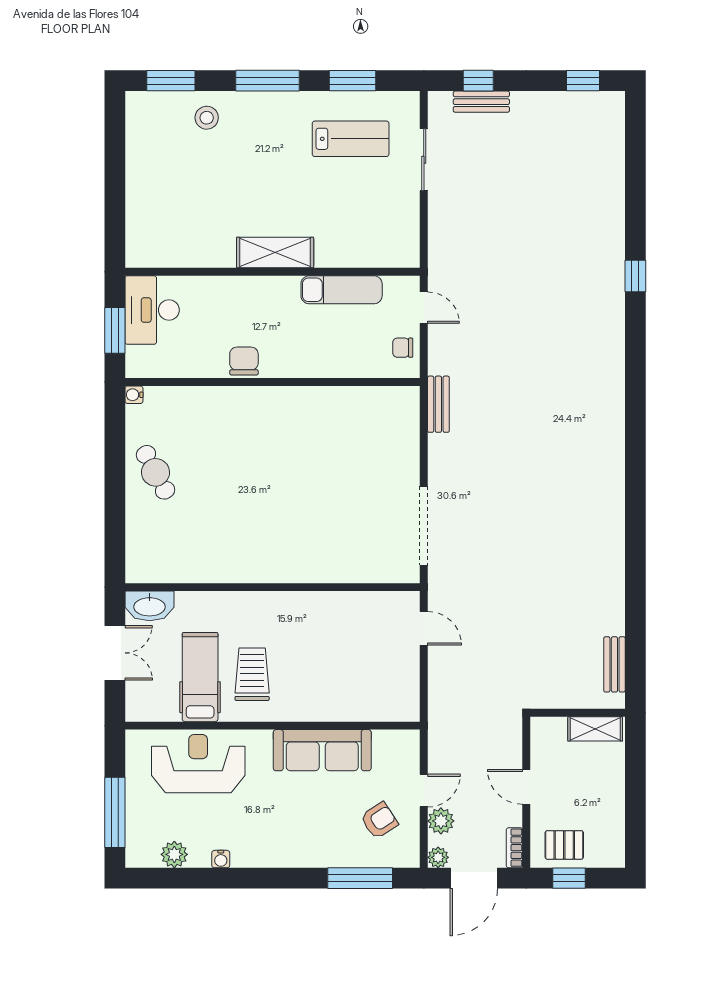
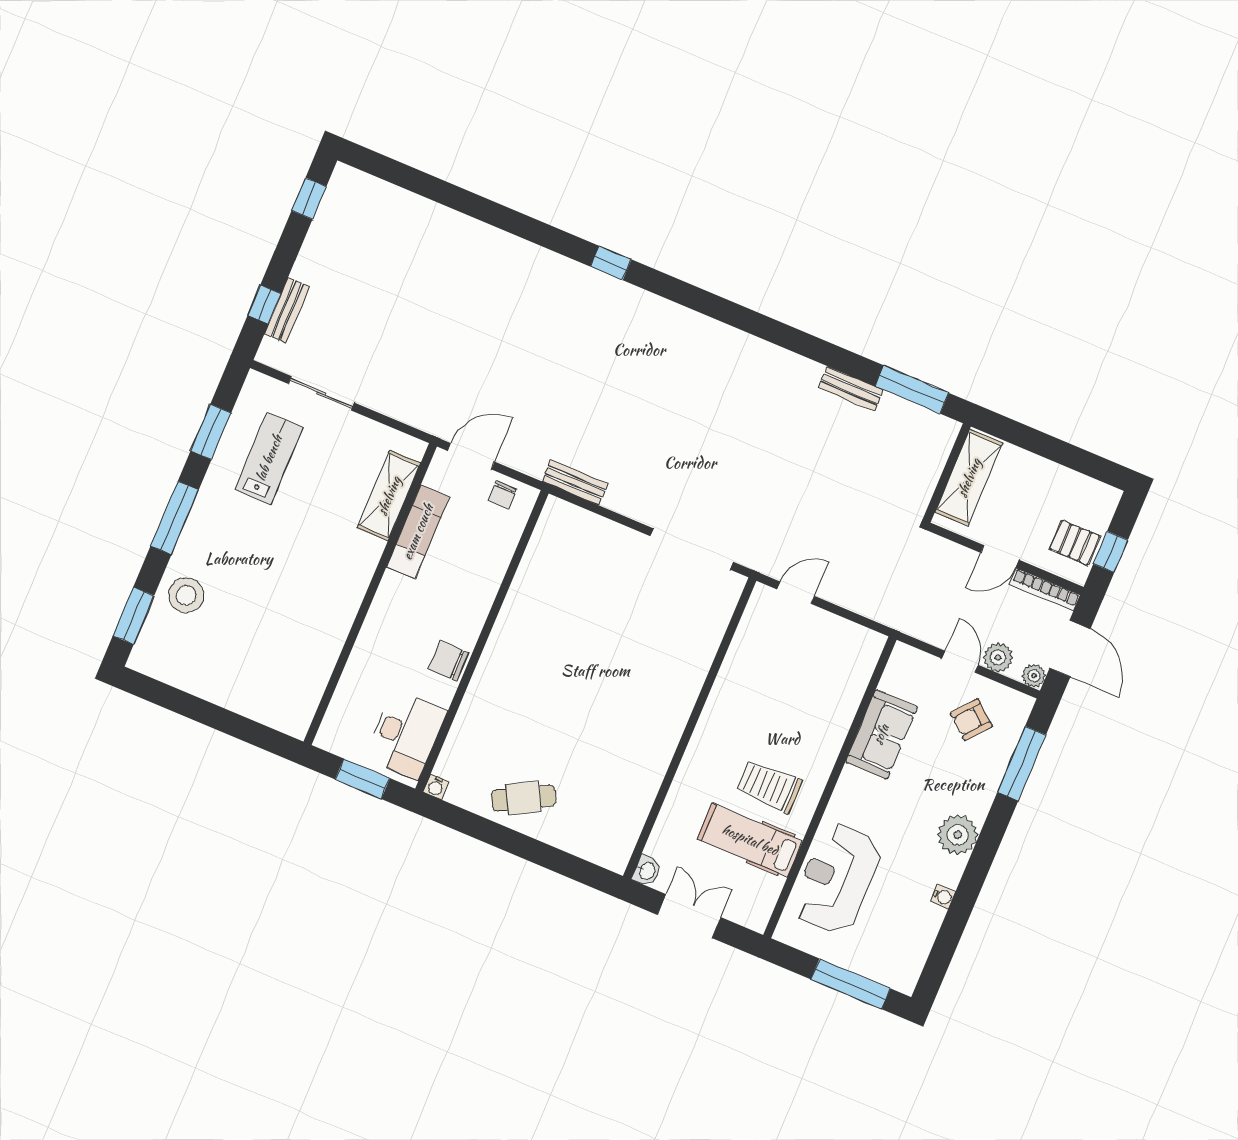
stool: (207, 118) -> (186, 595), width x1.38, depth x1.38
shelving: (275, 253) -> (389, 496), moved
window: (635, 276) -> (611, 263), moved
door: (424, 308) -> (471, 456), width x1.38
desk: (152, 310) -> (406, 734), moved, turned -90
washbasin: (150, 606) -> (647, 871), width x0.52, depth x0.69
window: (635, 654) -> (912, 390), added
bench: (614, 664) -> (851, 389), moved
shelving: (595, 729) -> (969, 478), width x1.50, depth x1.33
sofa: (322, 750) -> (881, 734), width x0.73
armchair: (379, 820) -> (971, 720), turned -108
pallet: (564, 845) -> (1075, 543), turned 90
bookcase: (514, 848) -> (1045, 589), width x1.56
plant: (174, 854) -> (958, 835), moved, width x1.36, depth x1.36

